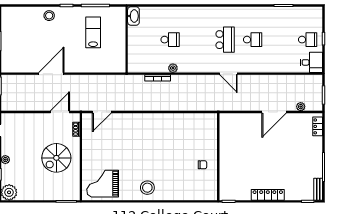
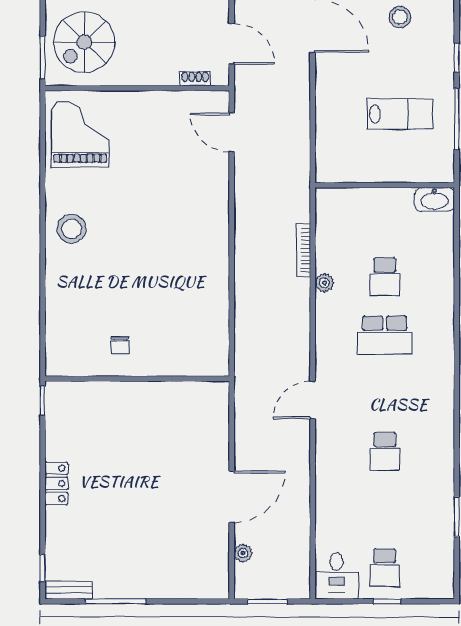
stool: (49, 16) -> (400, 17), moved
school desk: (225, 40) -> (385, 335), moved
door: (274, 112) -> (232, 497), swing flipped
locker: (318, 126) -> (201, 589), removed
spiral stairs: (56, 158) -> (84, 42), moved, turned -90
locker: (268, 195) -> (56, 483), width x0.66

